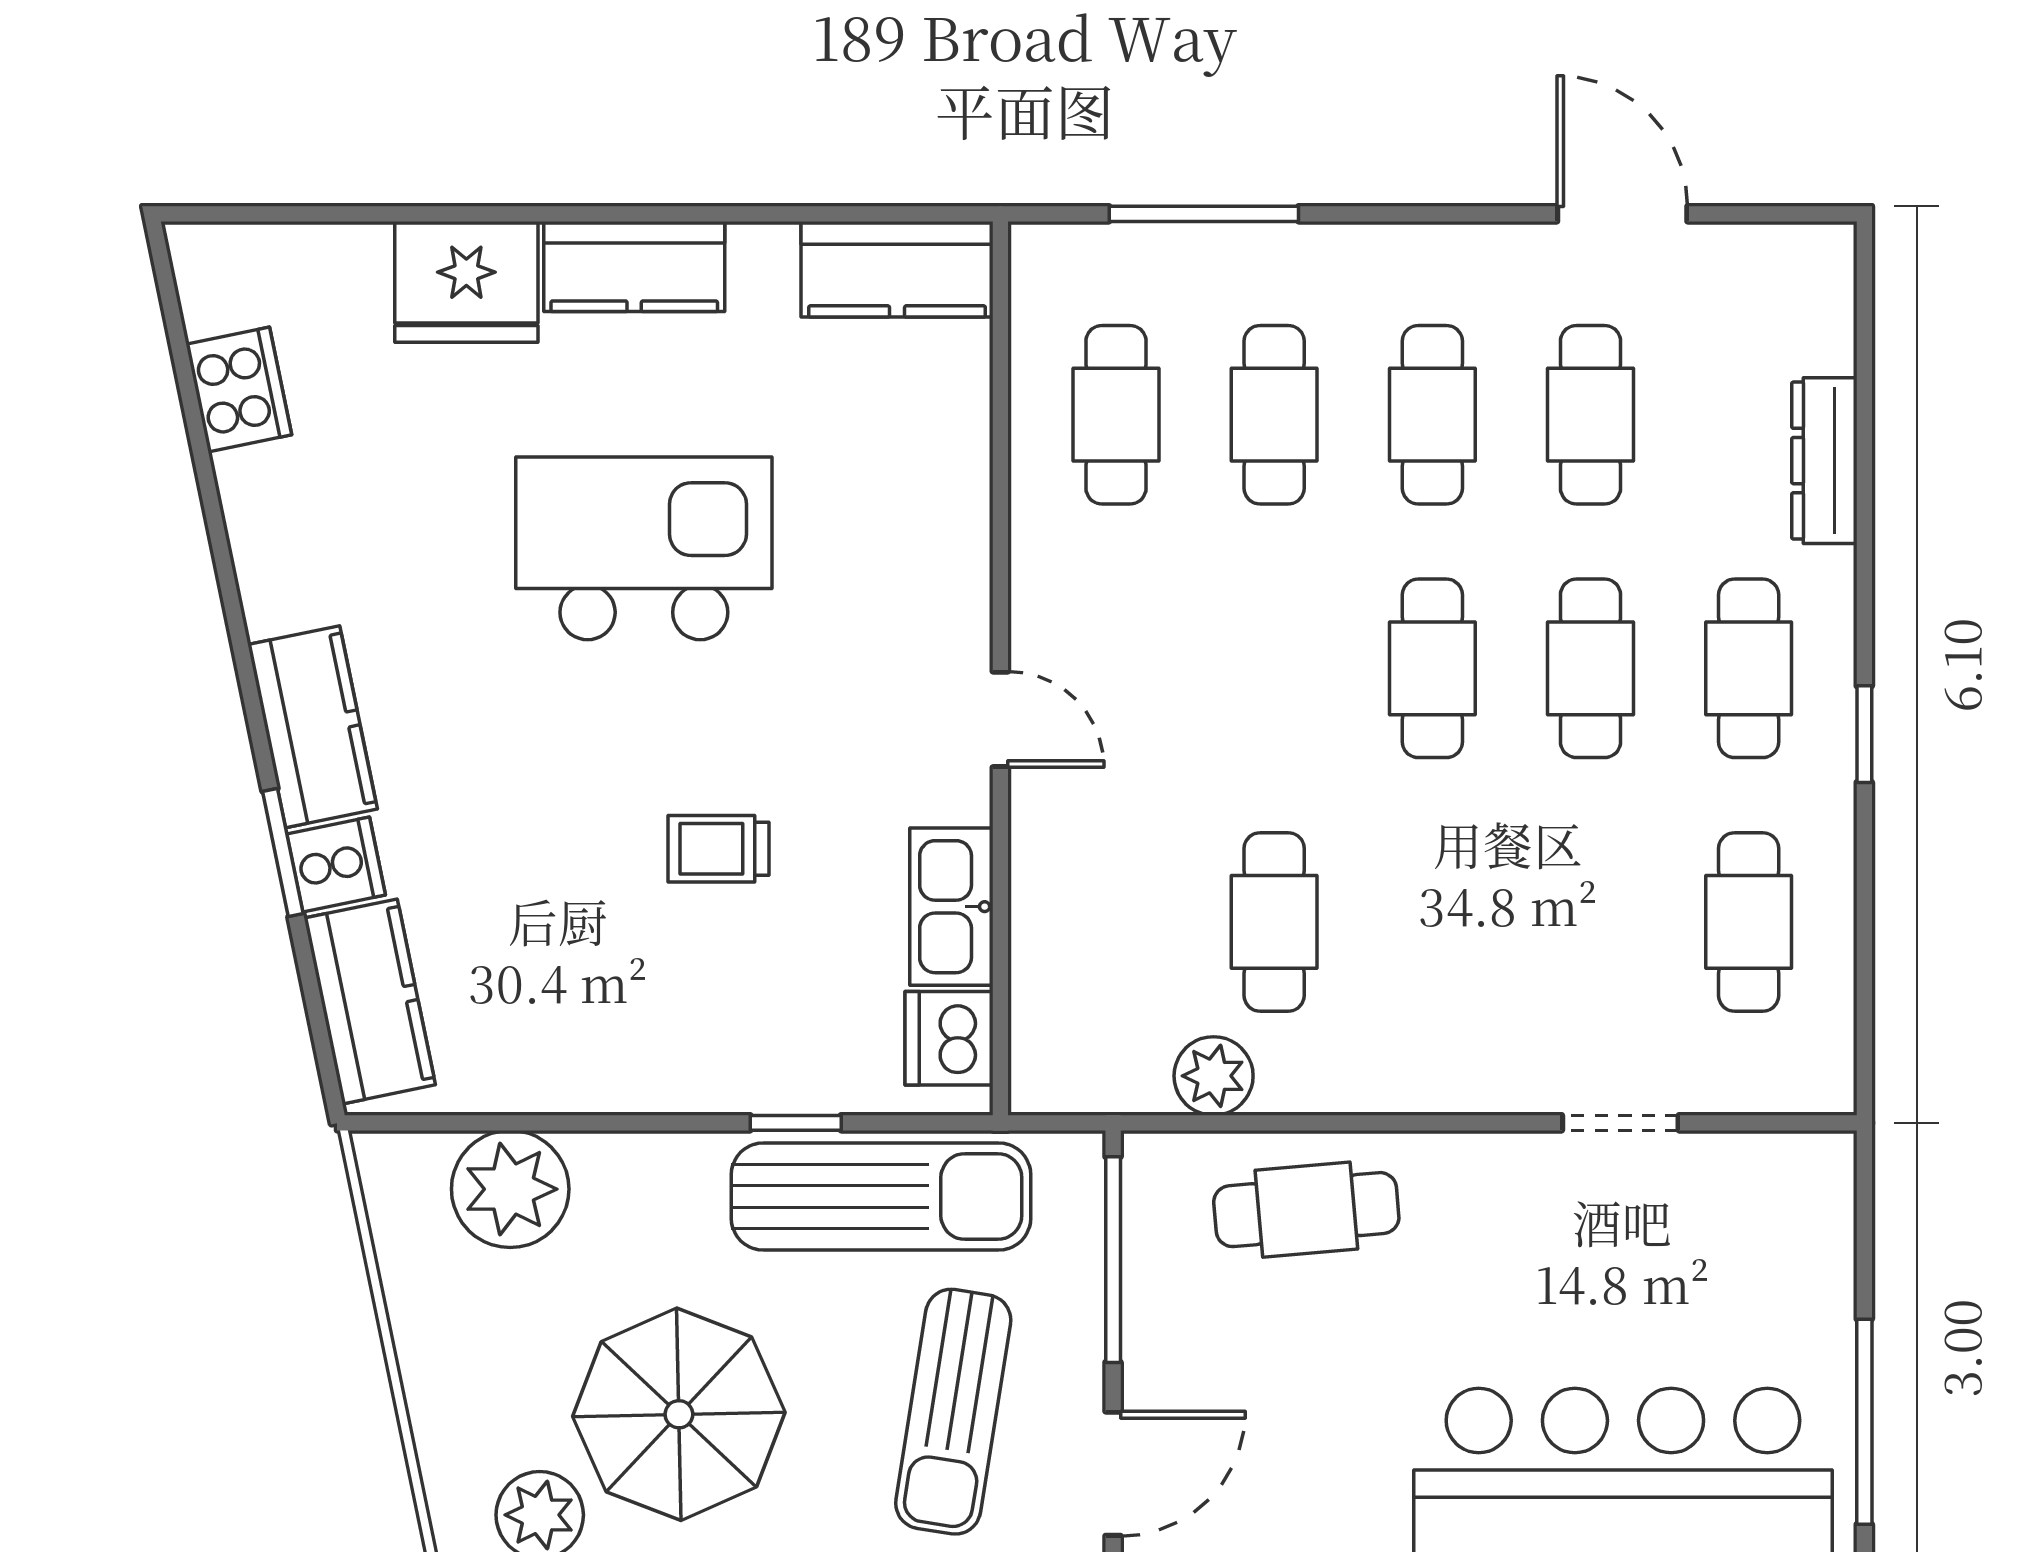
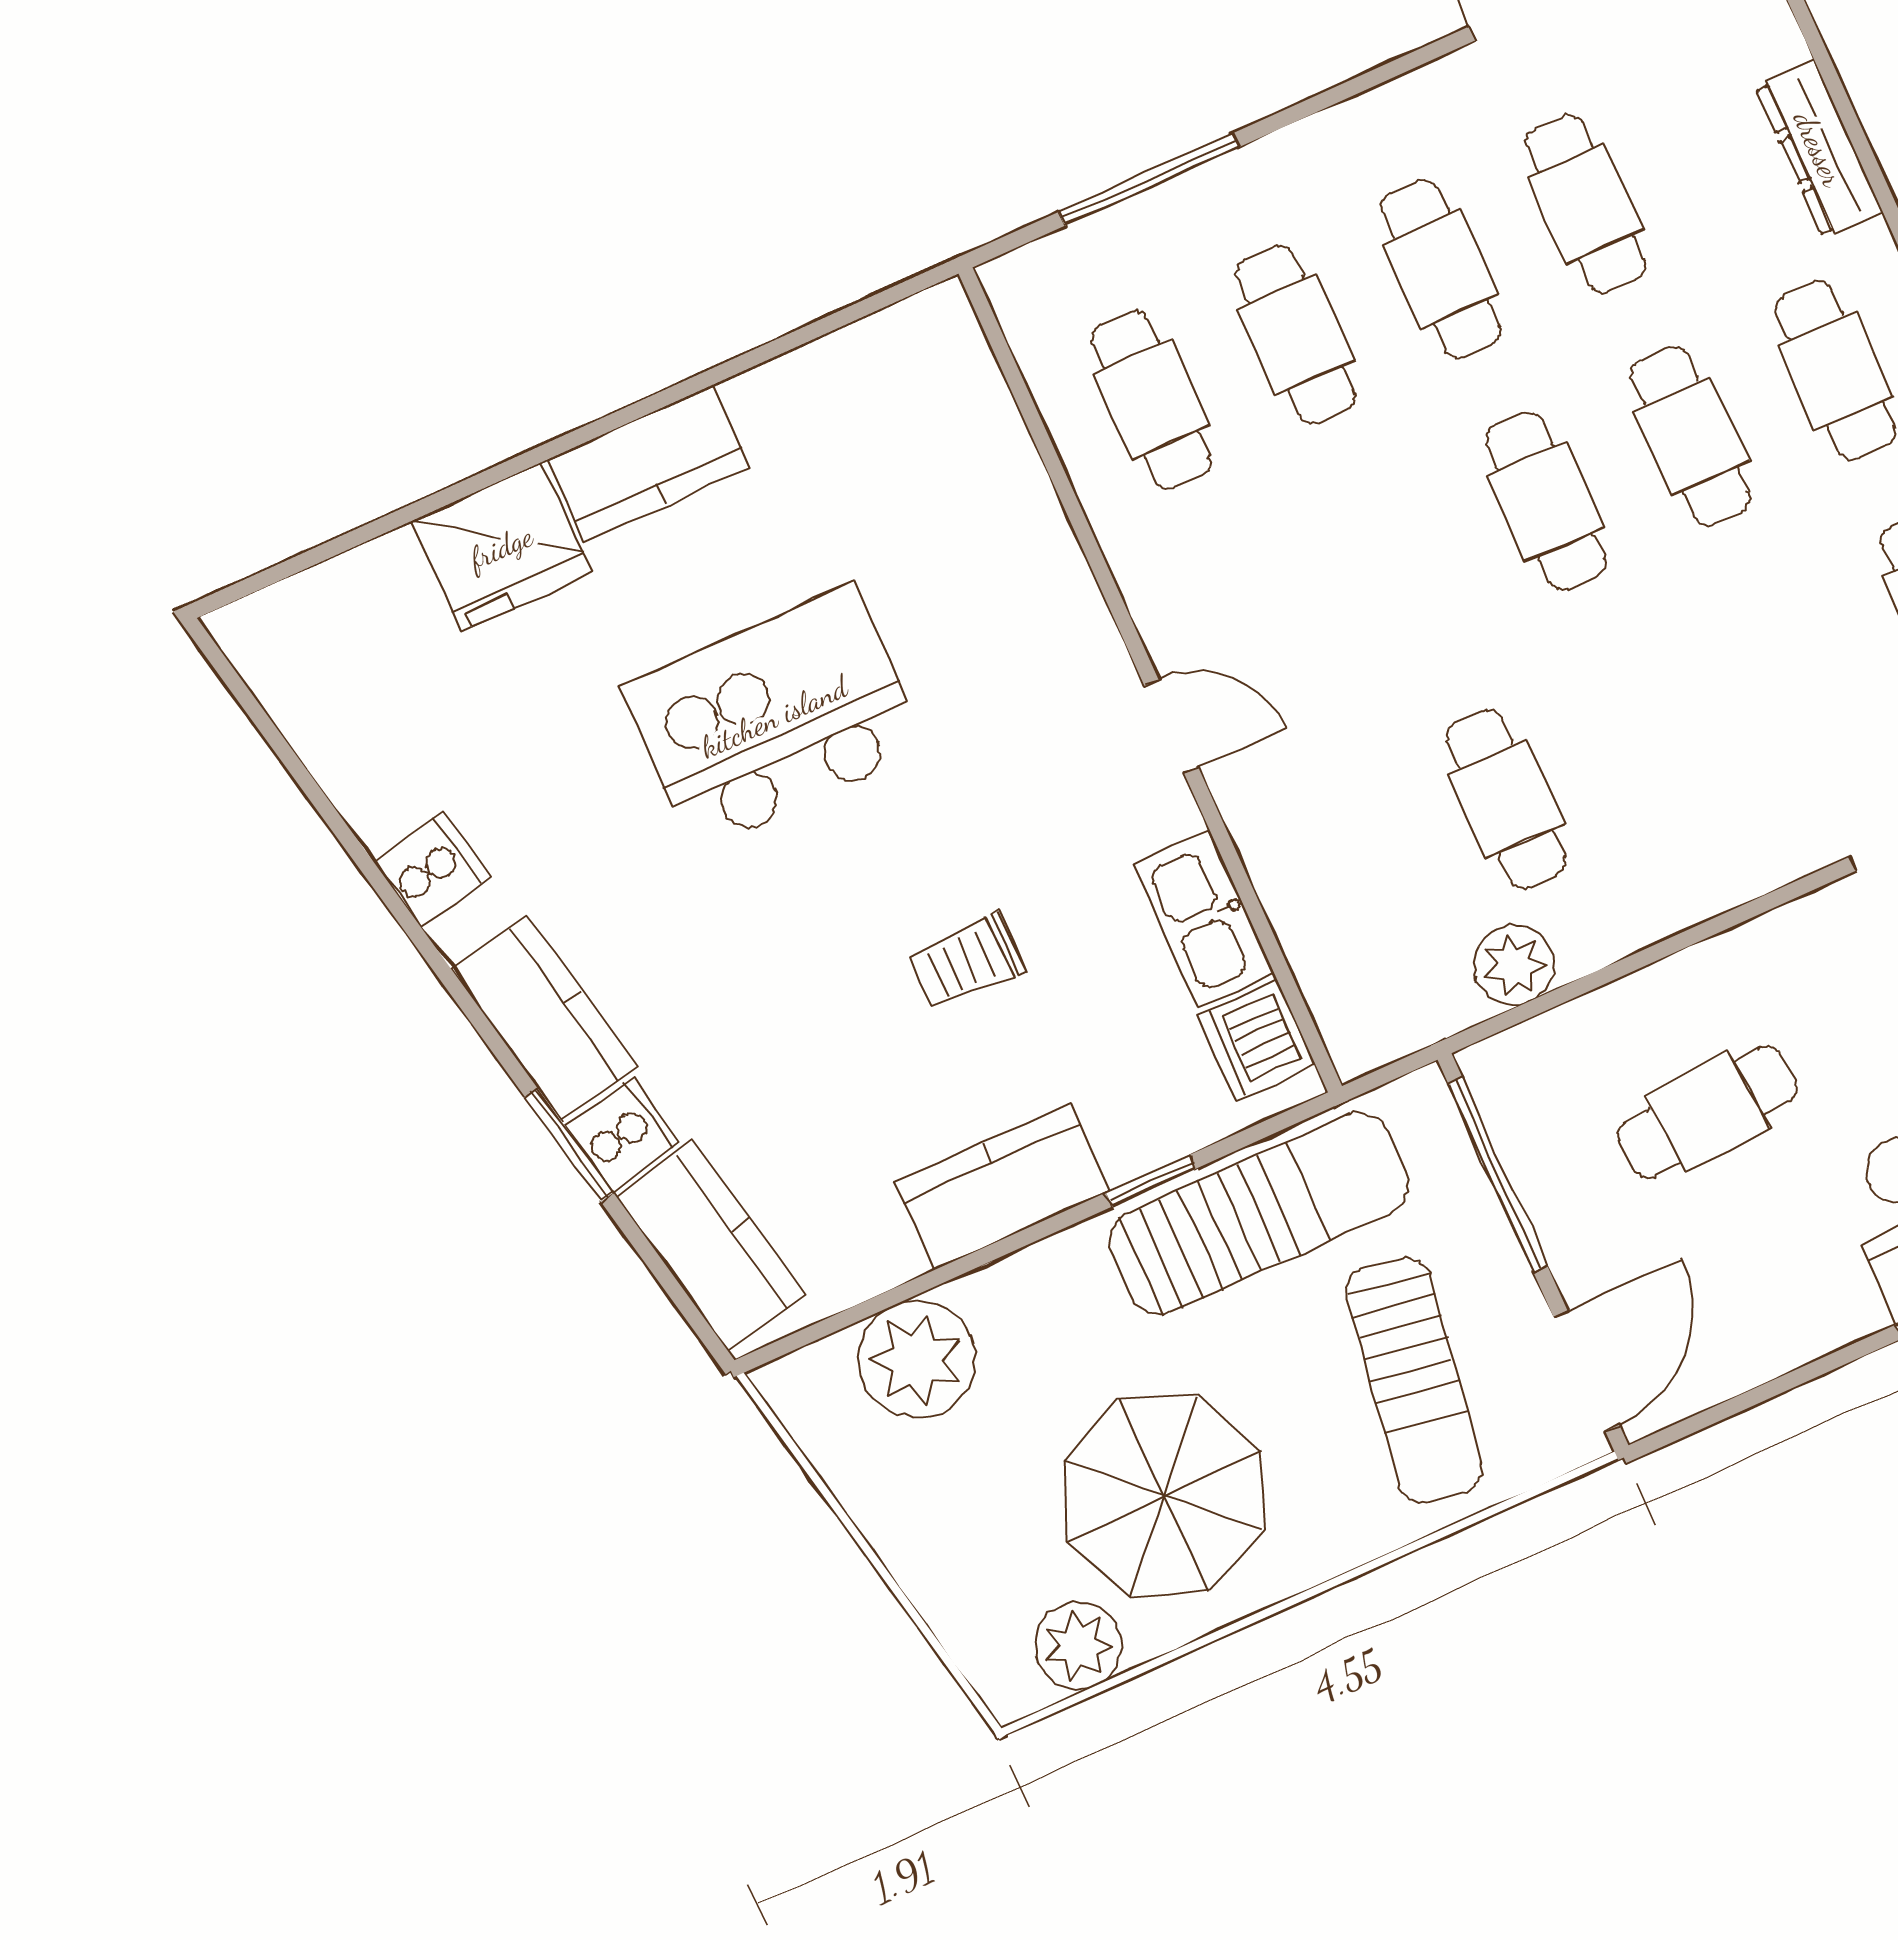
kitchen counter: (897, 269) -> (1002, 1187), moved, turned 180
cooker: (239, 389) -> (432, 869), moved, width x0.73
cafe table: (1306, 1210) -> (1707, 1112), moved

